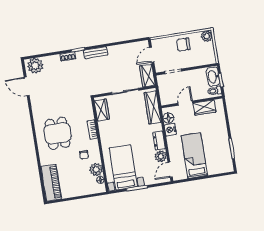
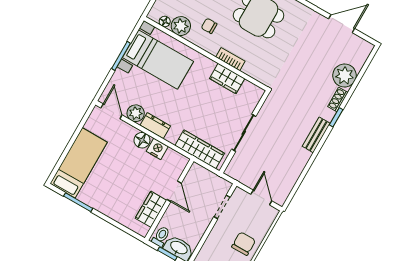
plant: (35, 66) -> (345, 76), moved
wardrobe: (147, 76) -> (241, 173), removed
wardrobe: (102, 110) -> (227, 78), moved
floor lamp: (168, 118) -> (142, 140), moved
bed: (194, 156) -> (79, 163), moved, turned -90

